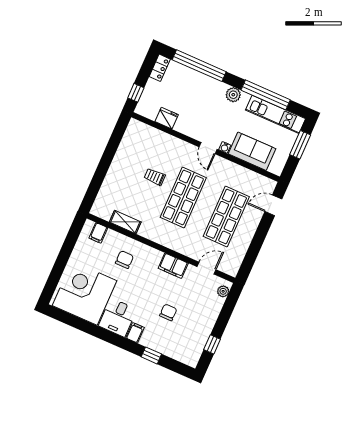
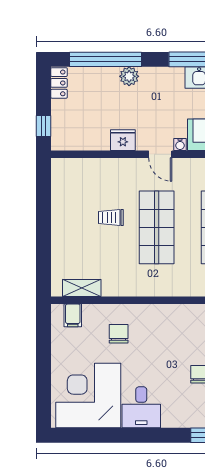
plant: (233, 95) -> (129, 76), moved
fridge: (167, 118) -> (123, 140), moved
shelving: (125, 222) -> (82, 288), moved
filing cabinet: (173, 266) -> (181, 315), removed
filing cabinet: (135, 333) -> (170, 417), removed

